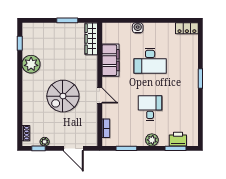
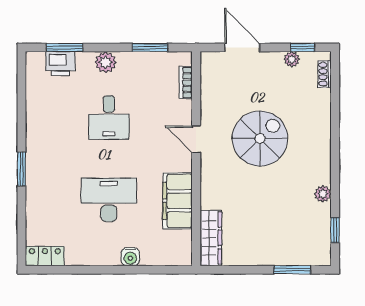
window: (67, 20) -> (292, 270), moved
plant: (31, 64) -> (323, 194), width x0.53, depth x0.53

